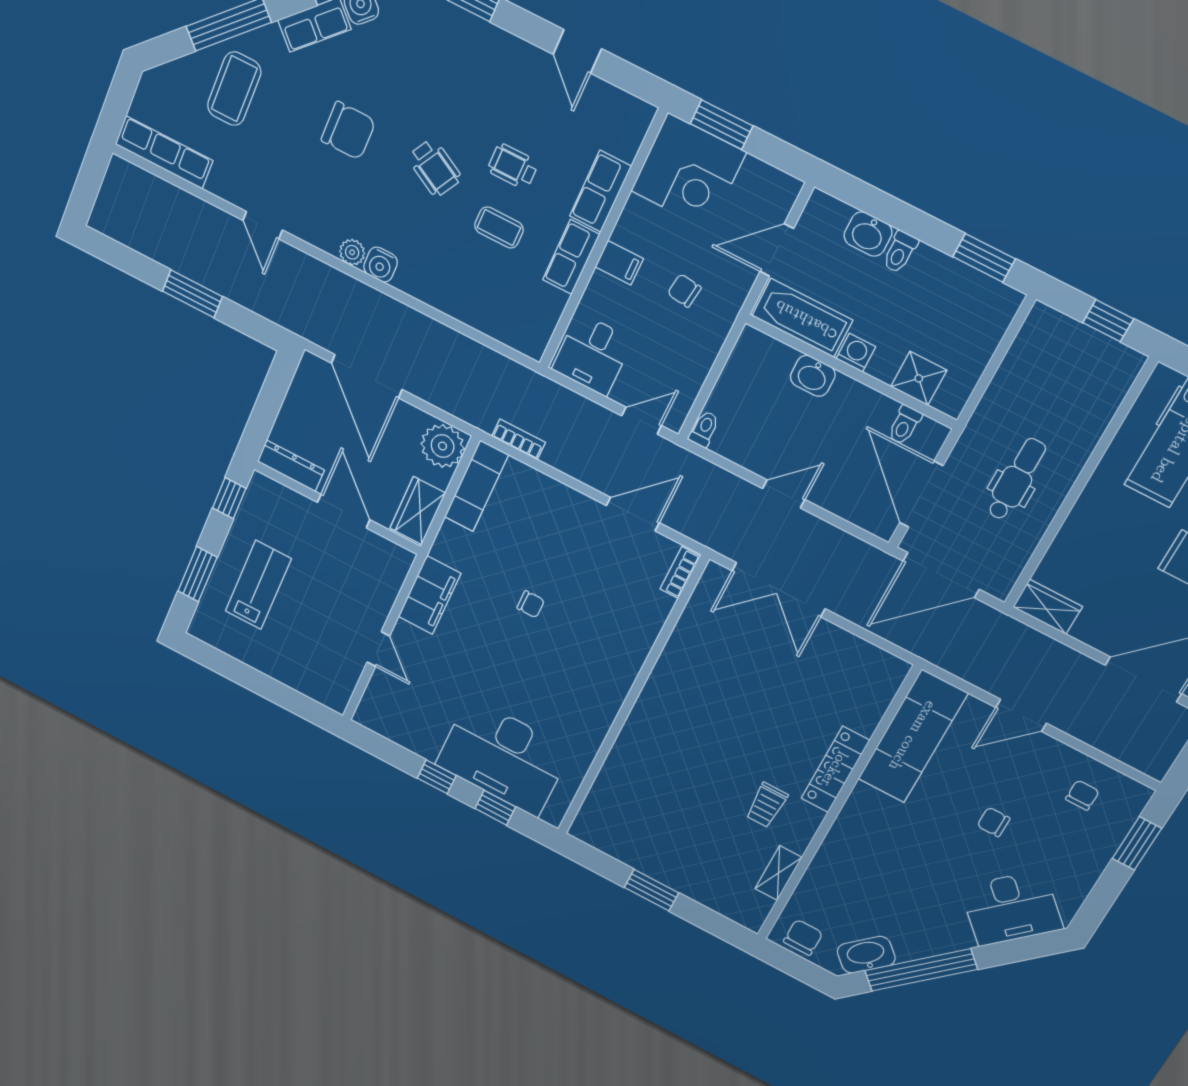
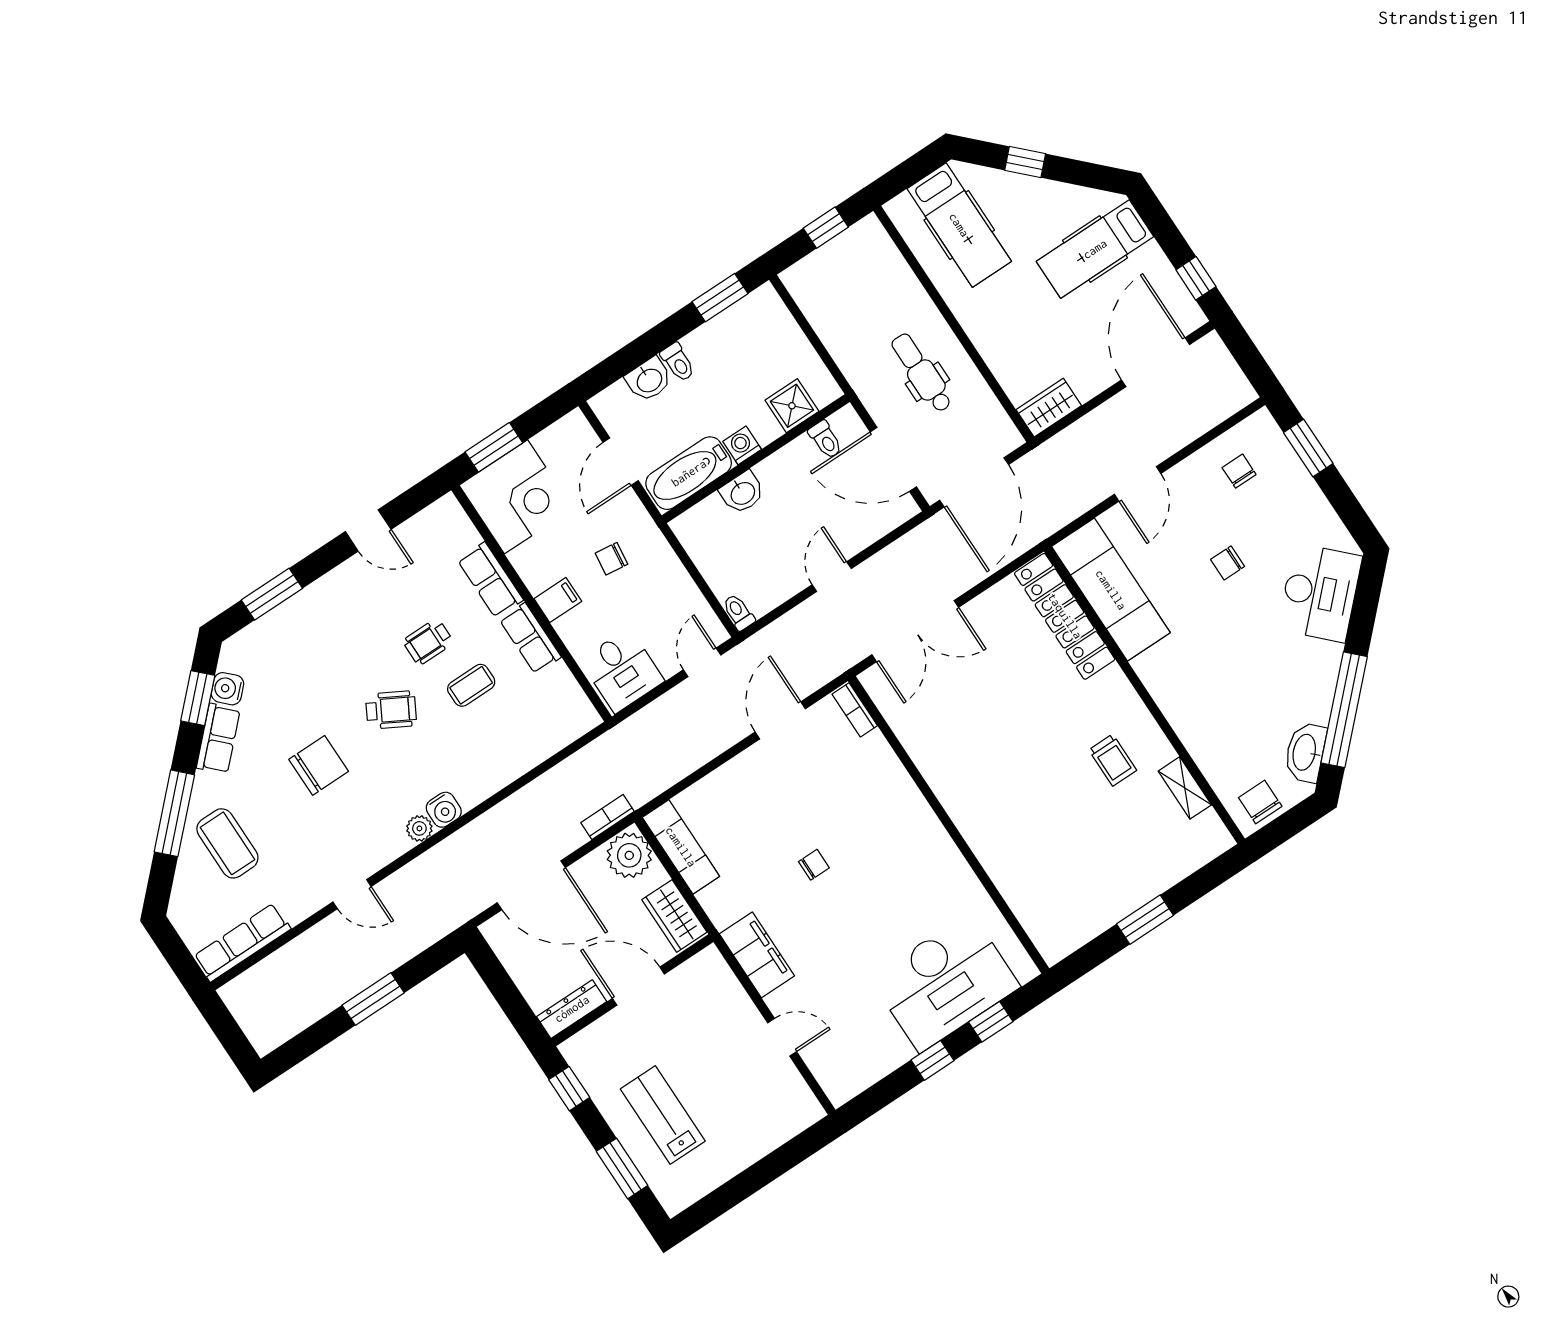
bookcase: (519, 439) -> (608, 817), moved
locker: (835, 769) -> (1065, 616), moved, width x1.41, depth x1.21

